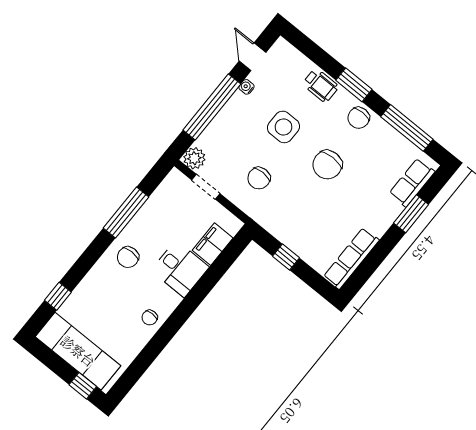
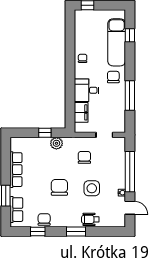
chair: (359, 118) -> (44, 220), moved
window: (407, 128) -> (38, 231), width x0.46
plant: (194, 158) -> (56, 143), moved
row of seats: (351, 258) -> (16, 170), moved
exam couch: (78, 351) -> (117, 42), moved, turned 90

